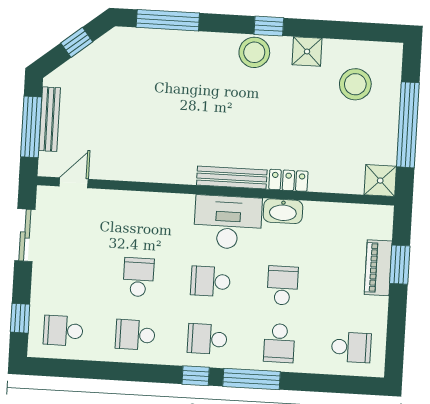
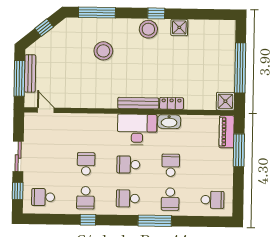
stool: (355, 84) -> (103, 51), moved
door: (74, 183) -> (46, 110), hinge flipped
sliding door: (25, 235) -> (18, 156), moved
window: (400, 265) -> (239, 150), width x1.44
piano: (378, 268) -> (227, 132), moved
school desk: (135, 335) -> (85, 198), turned -90
window: (196, 376) -> (88, 220), moved

